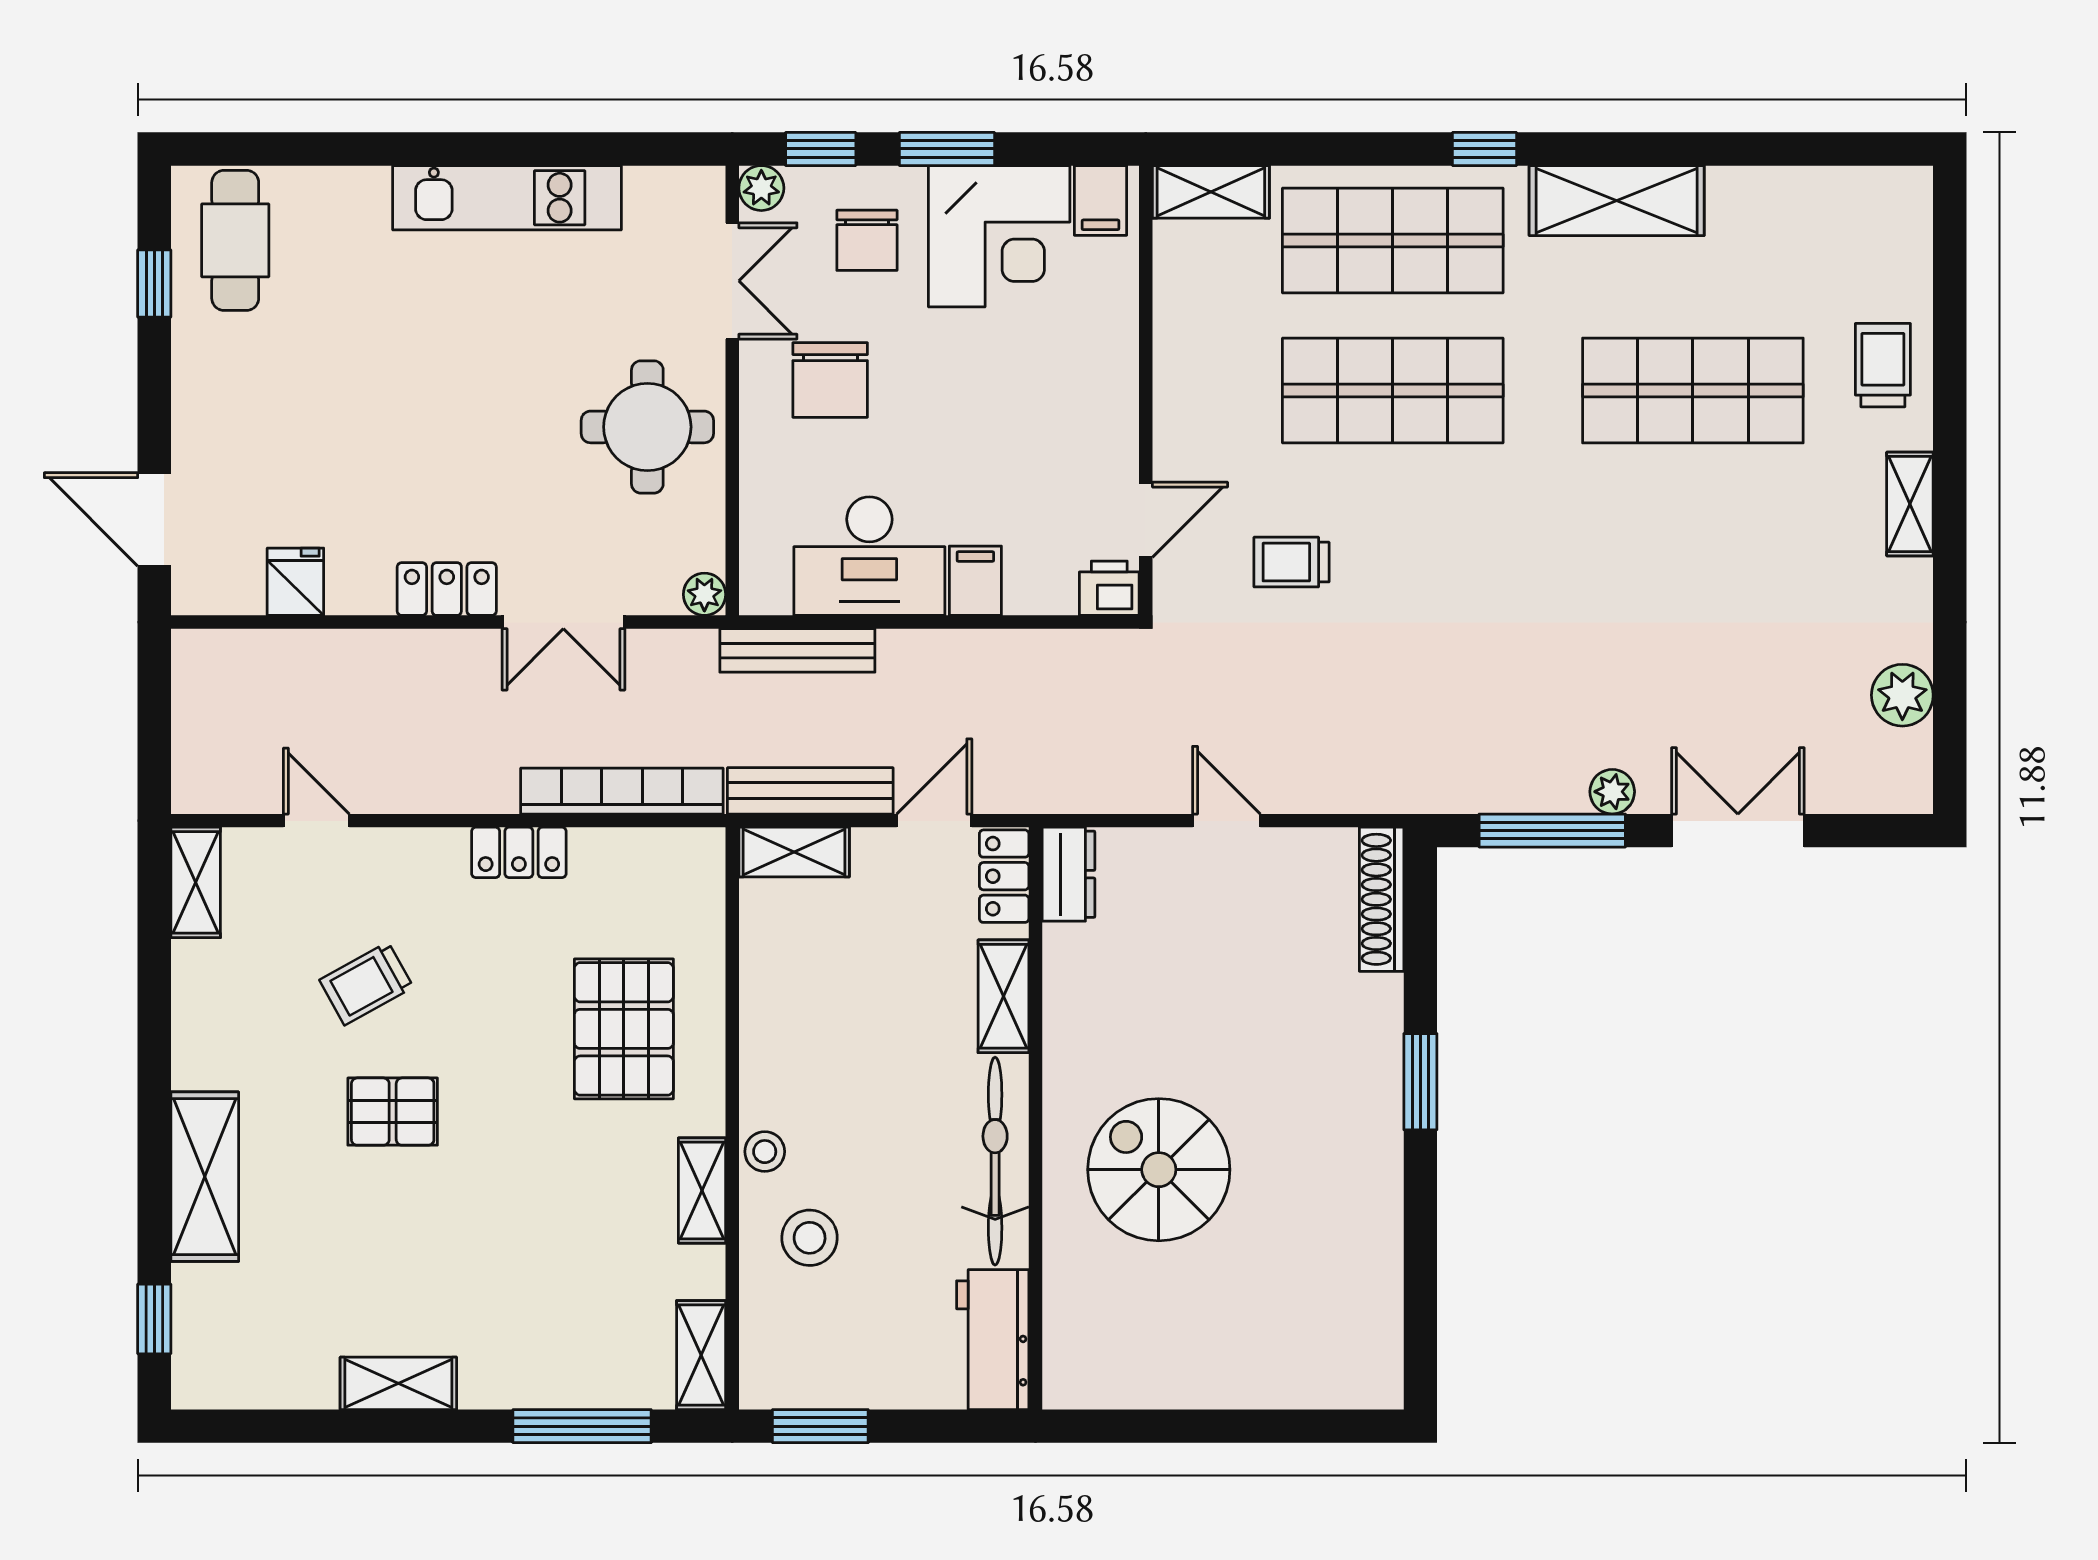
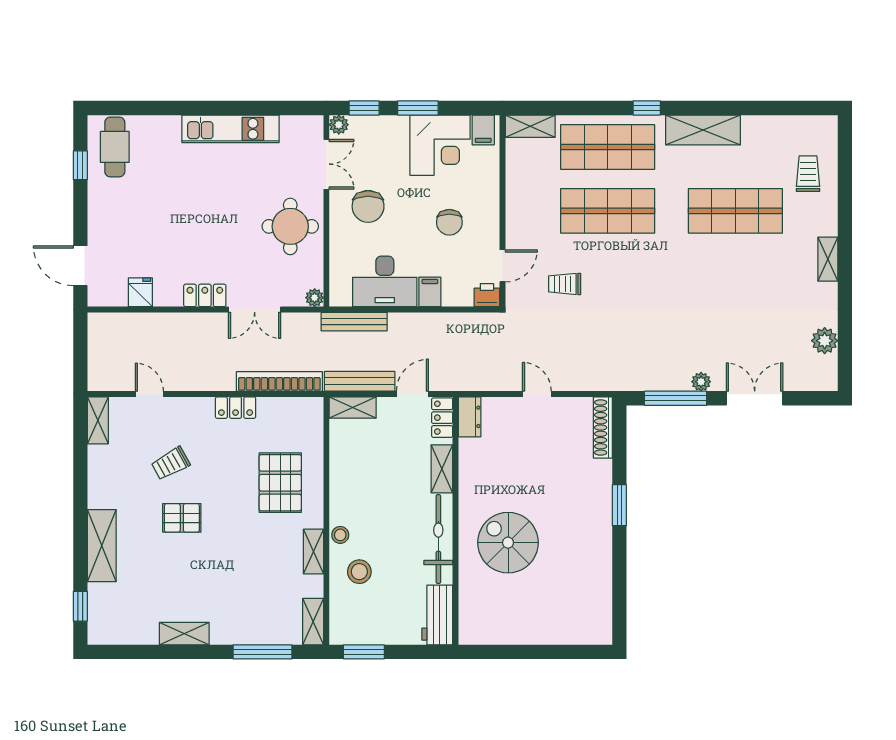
chair: (867, 240) -> (449, 222), moved
trolley: (1883, 365) -> (808, 174), moved

